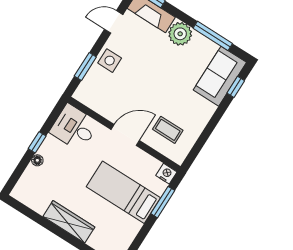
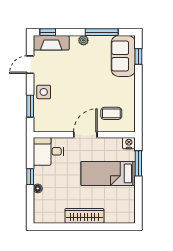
plant: (180, 34) -> (83, 40), width x0.53, depth x0.53

